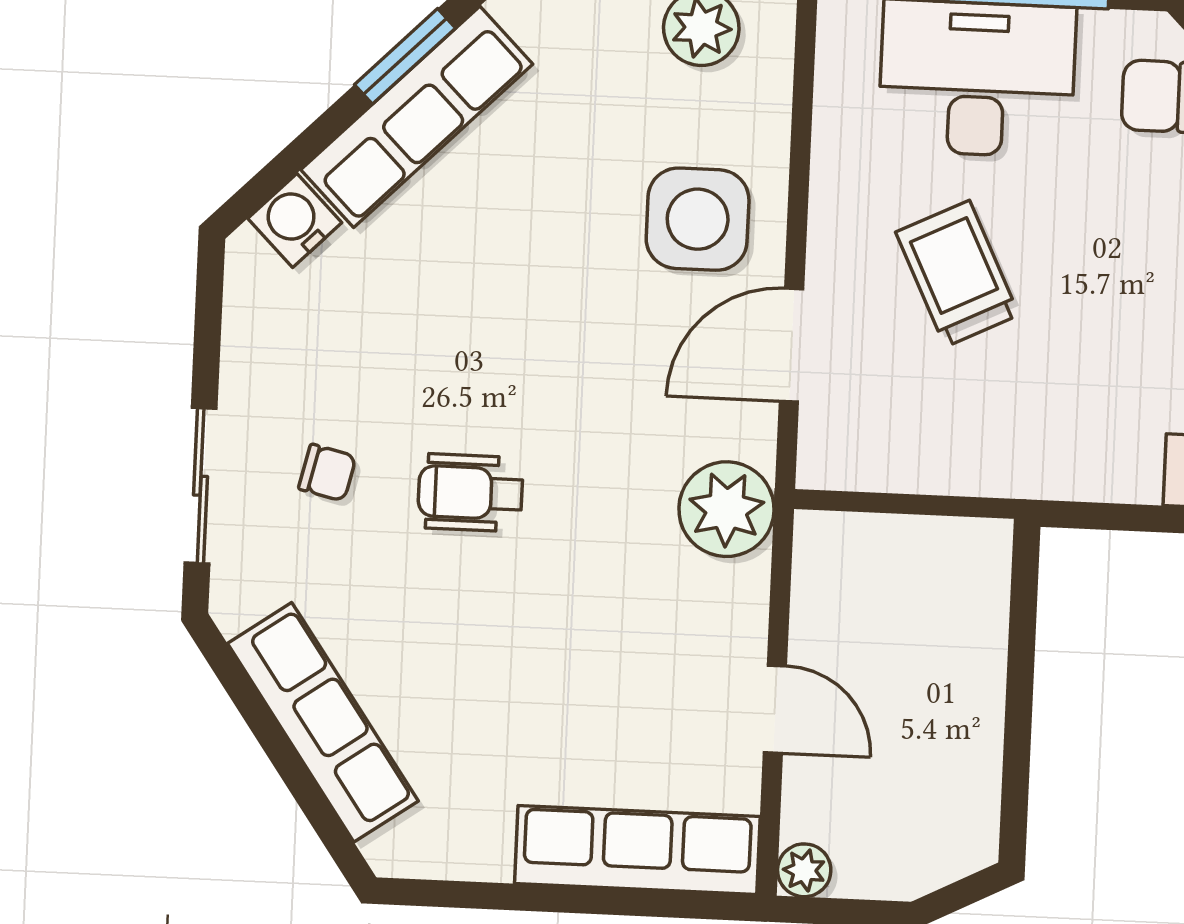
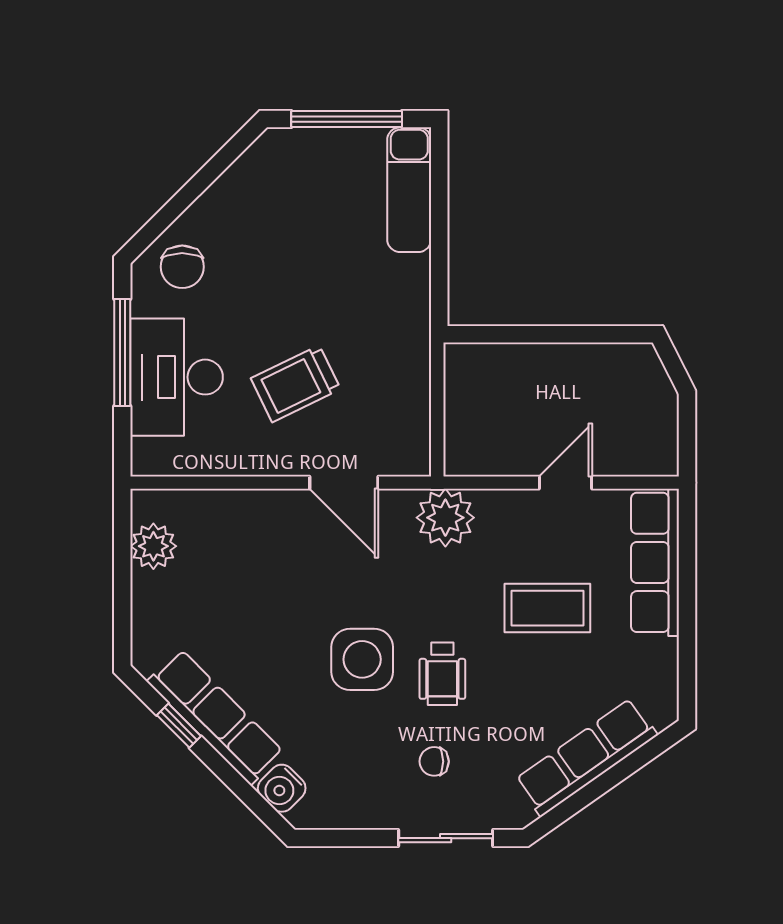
window: (405, 56) -> (179, 726), width x0.67
side table: (698, 219) -> (362, 659), moved
chair: (327, 473) -> (434, 761), turned -103
coffee table: (570, 670) -> (547, 608), added
plant: (804, 870) -> (663, 460), removed

